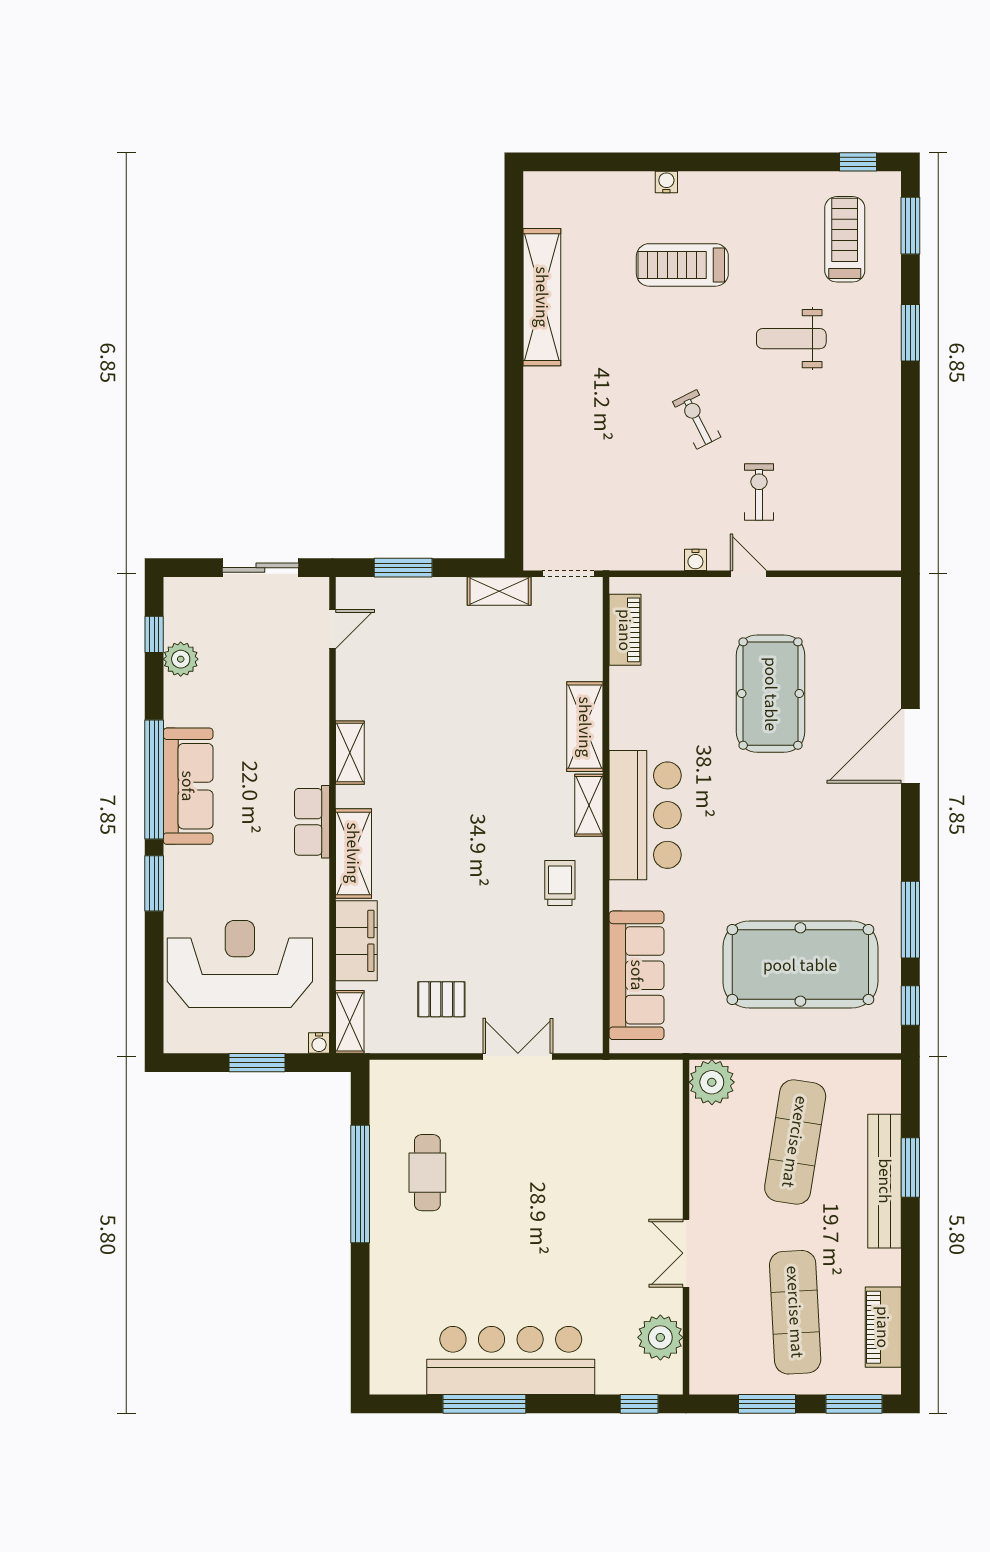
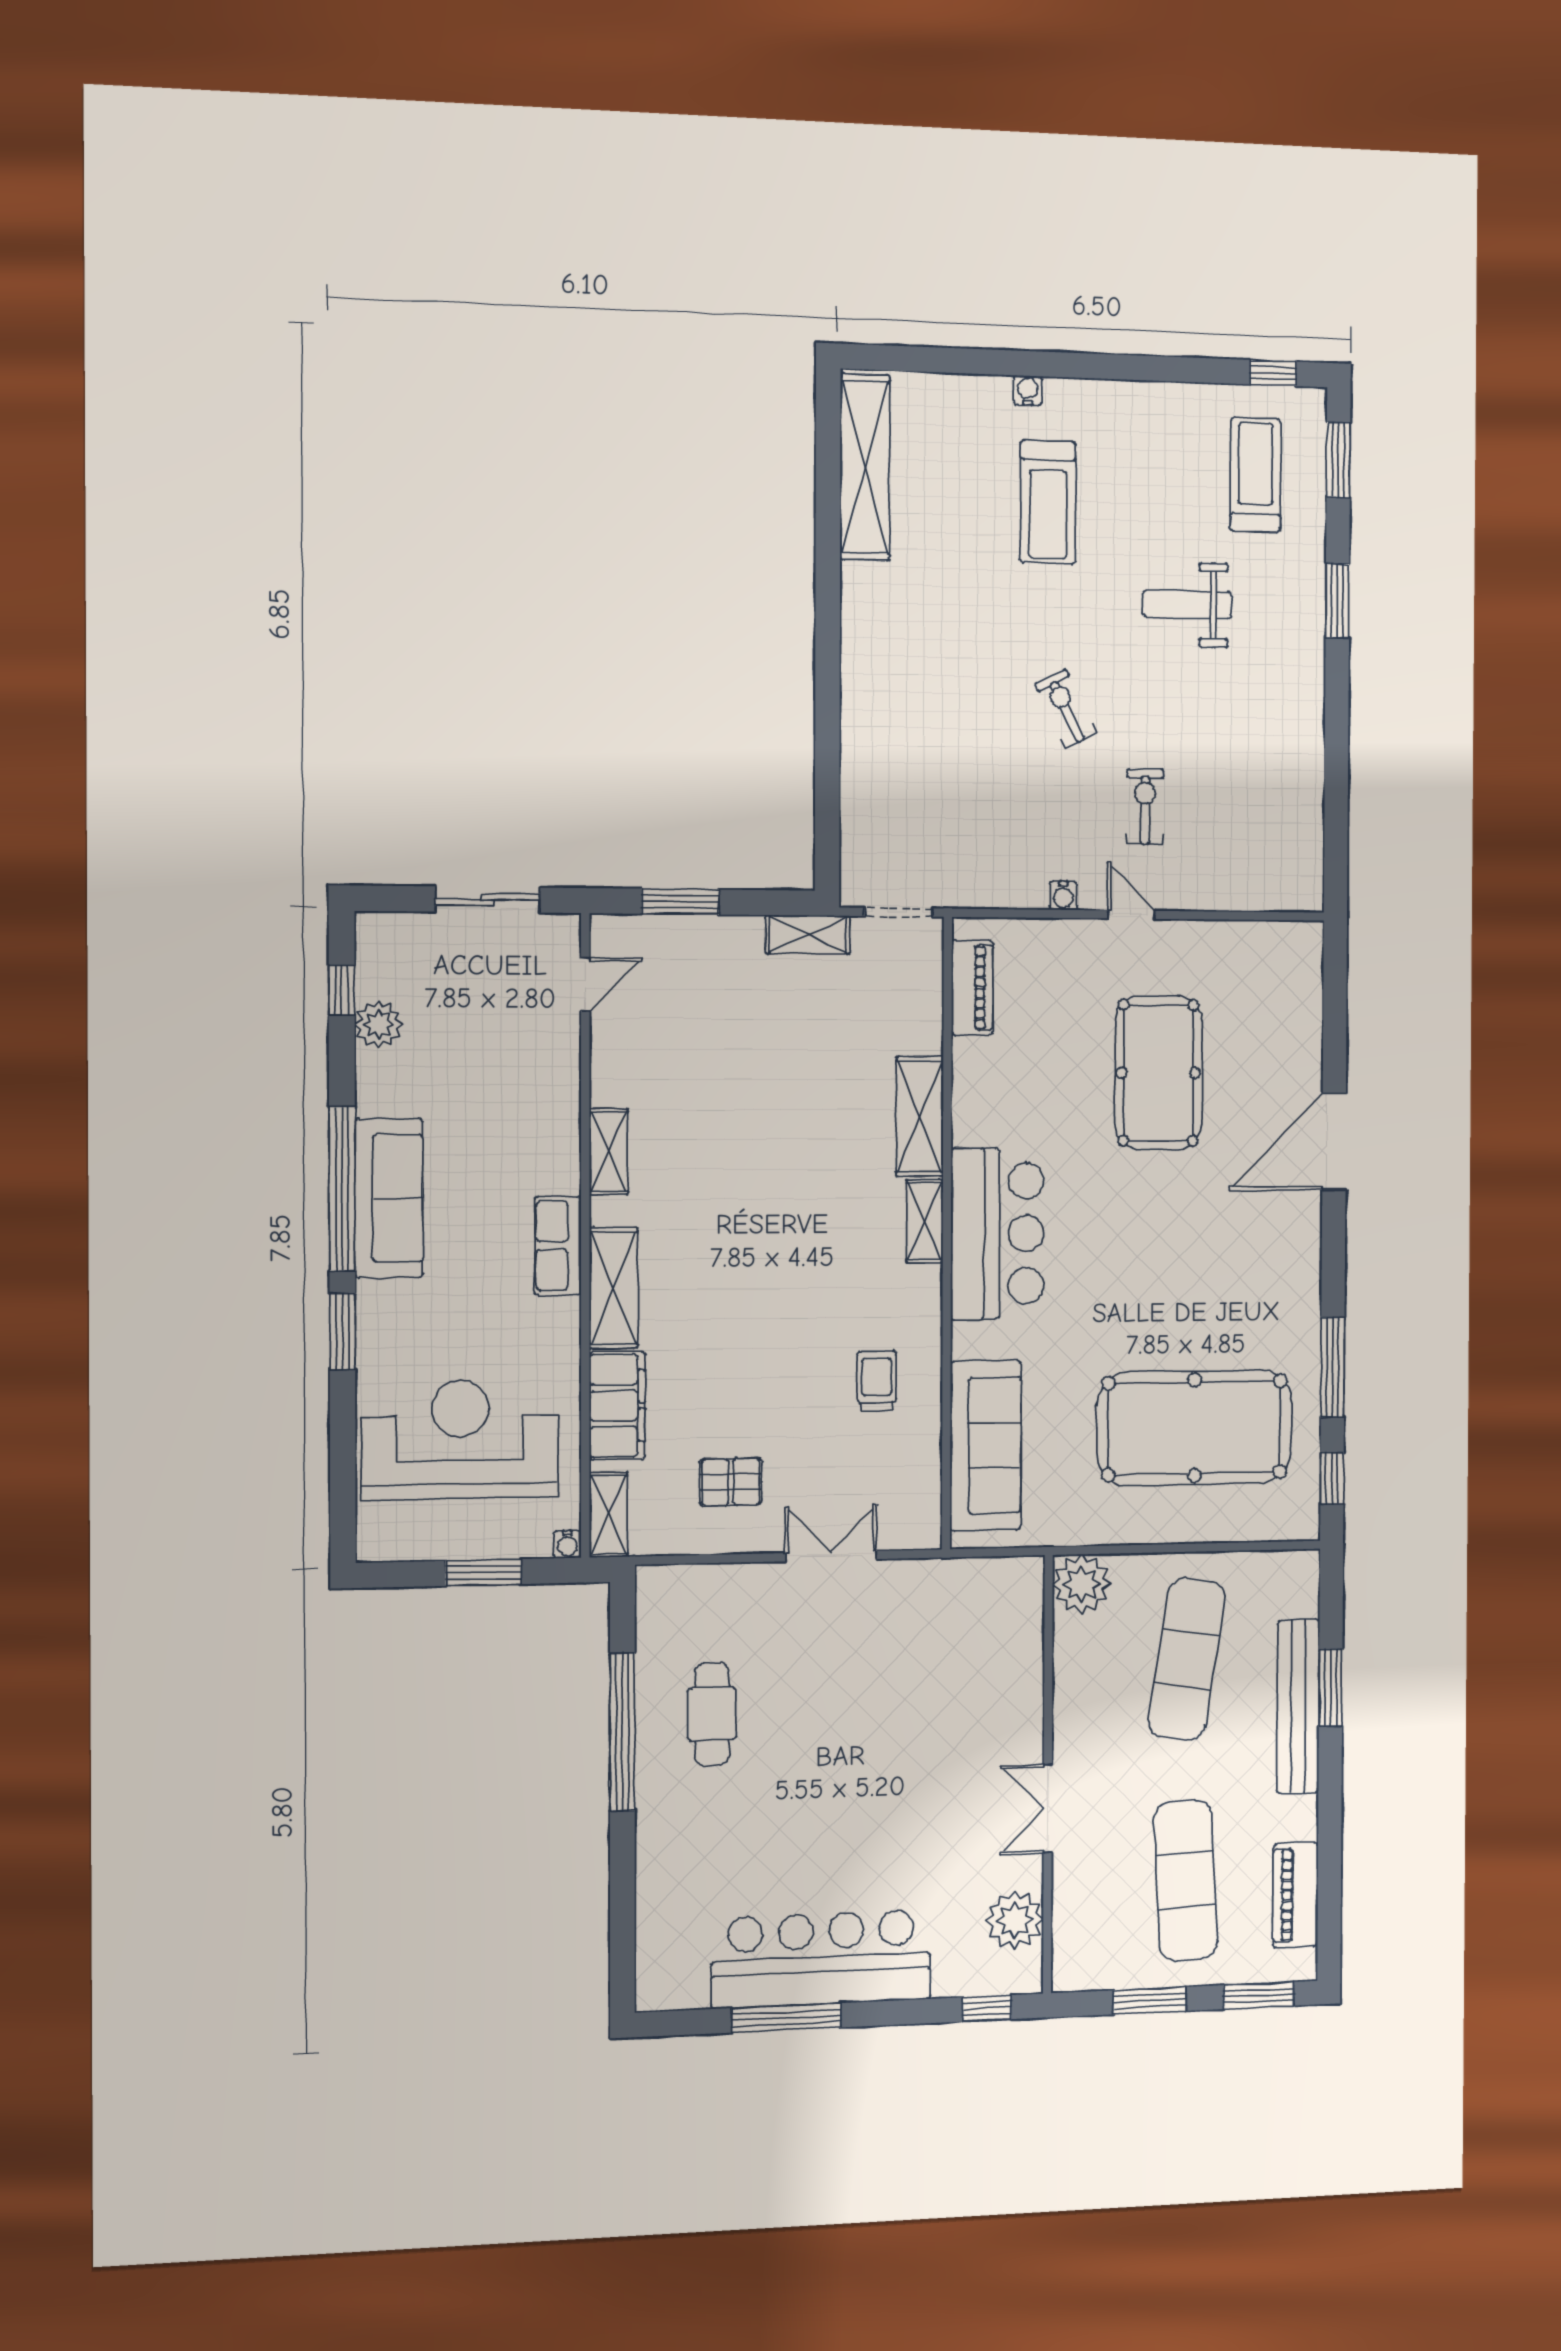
treadmill: (682, 265) -> (1048, 502), turned -90
shelving: (542, 297) -> (865, 467), moved
trolley: (560, 883) -> (877, 1381), moved

